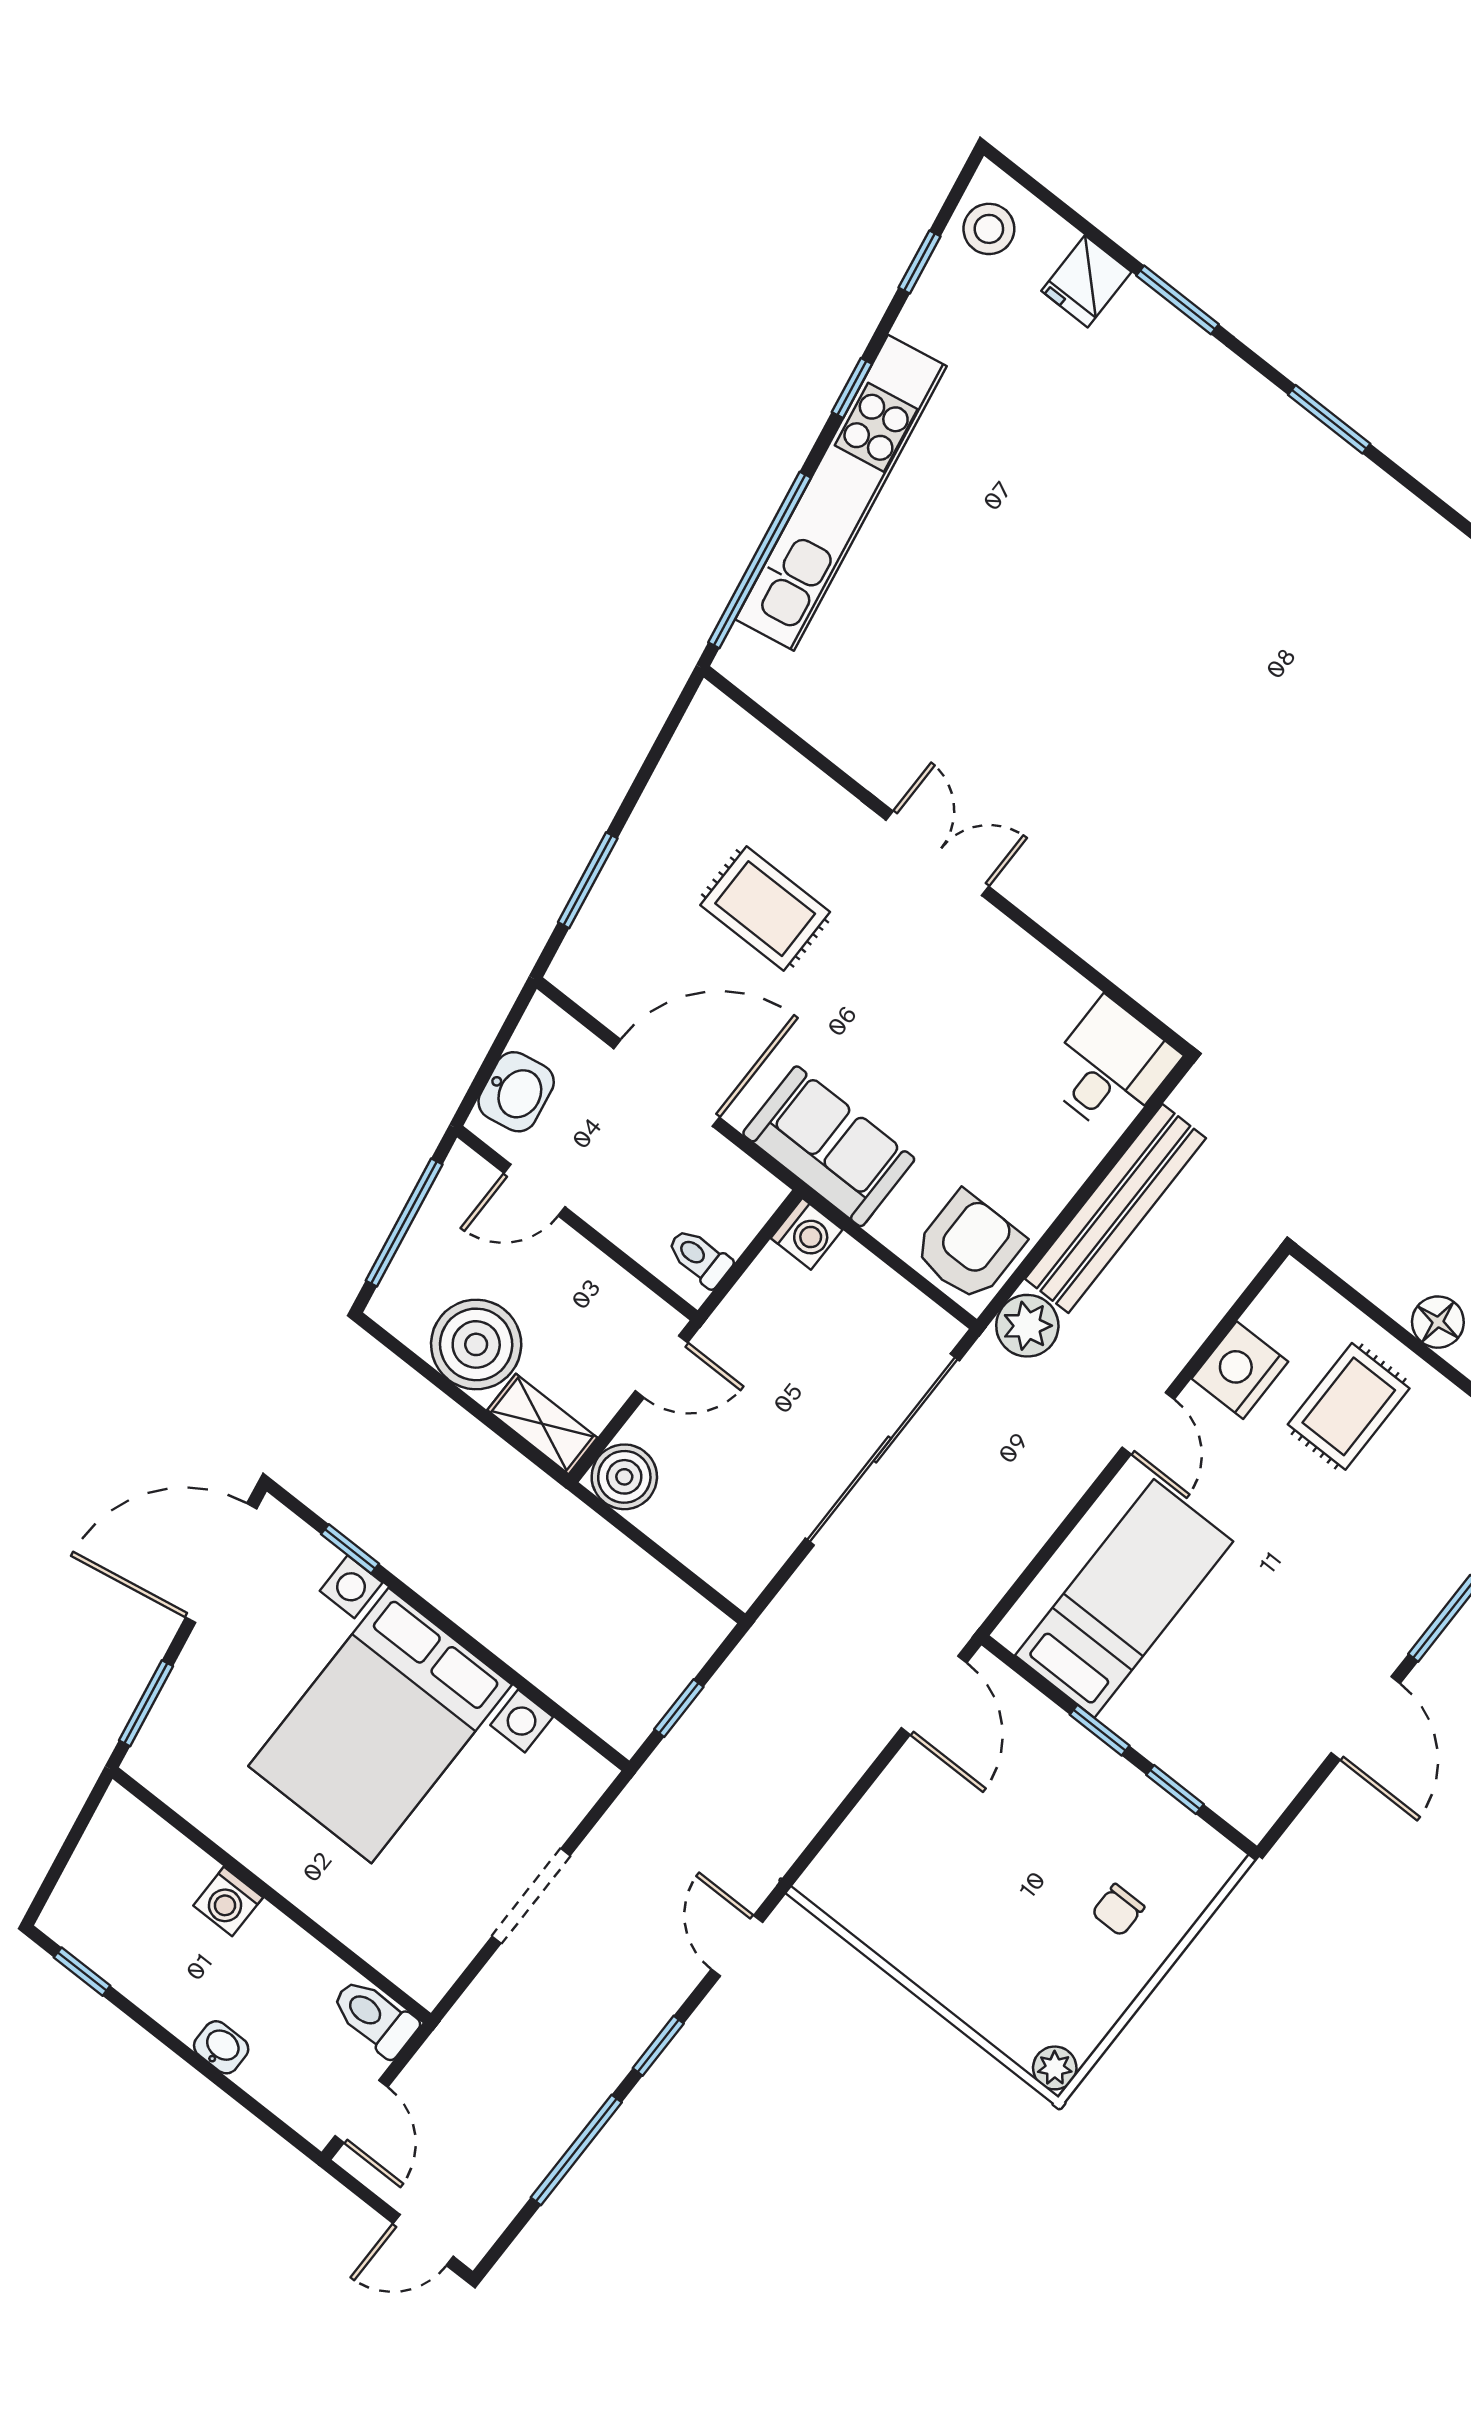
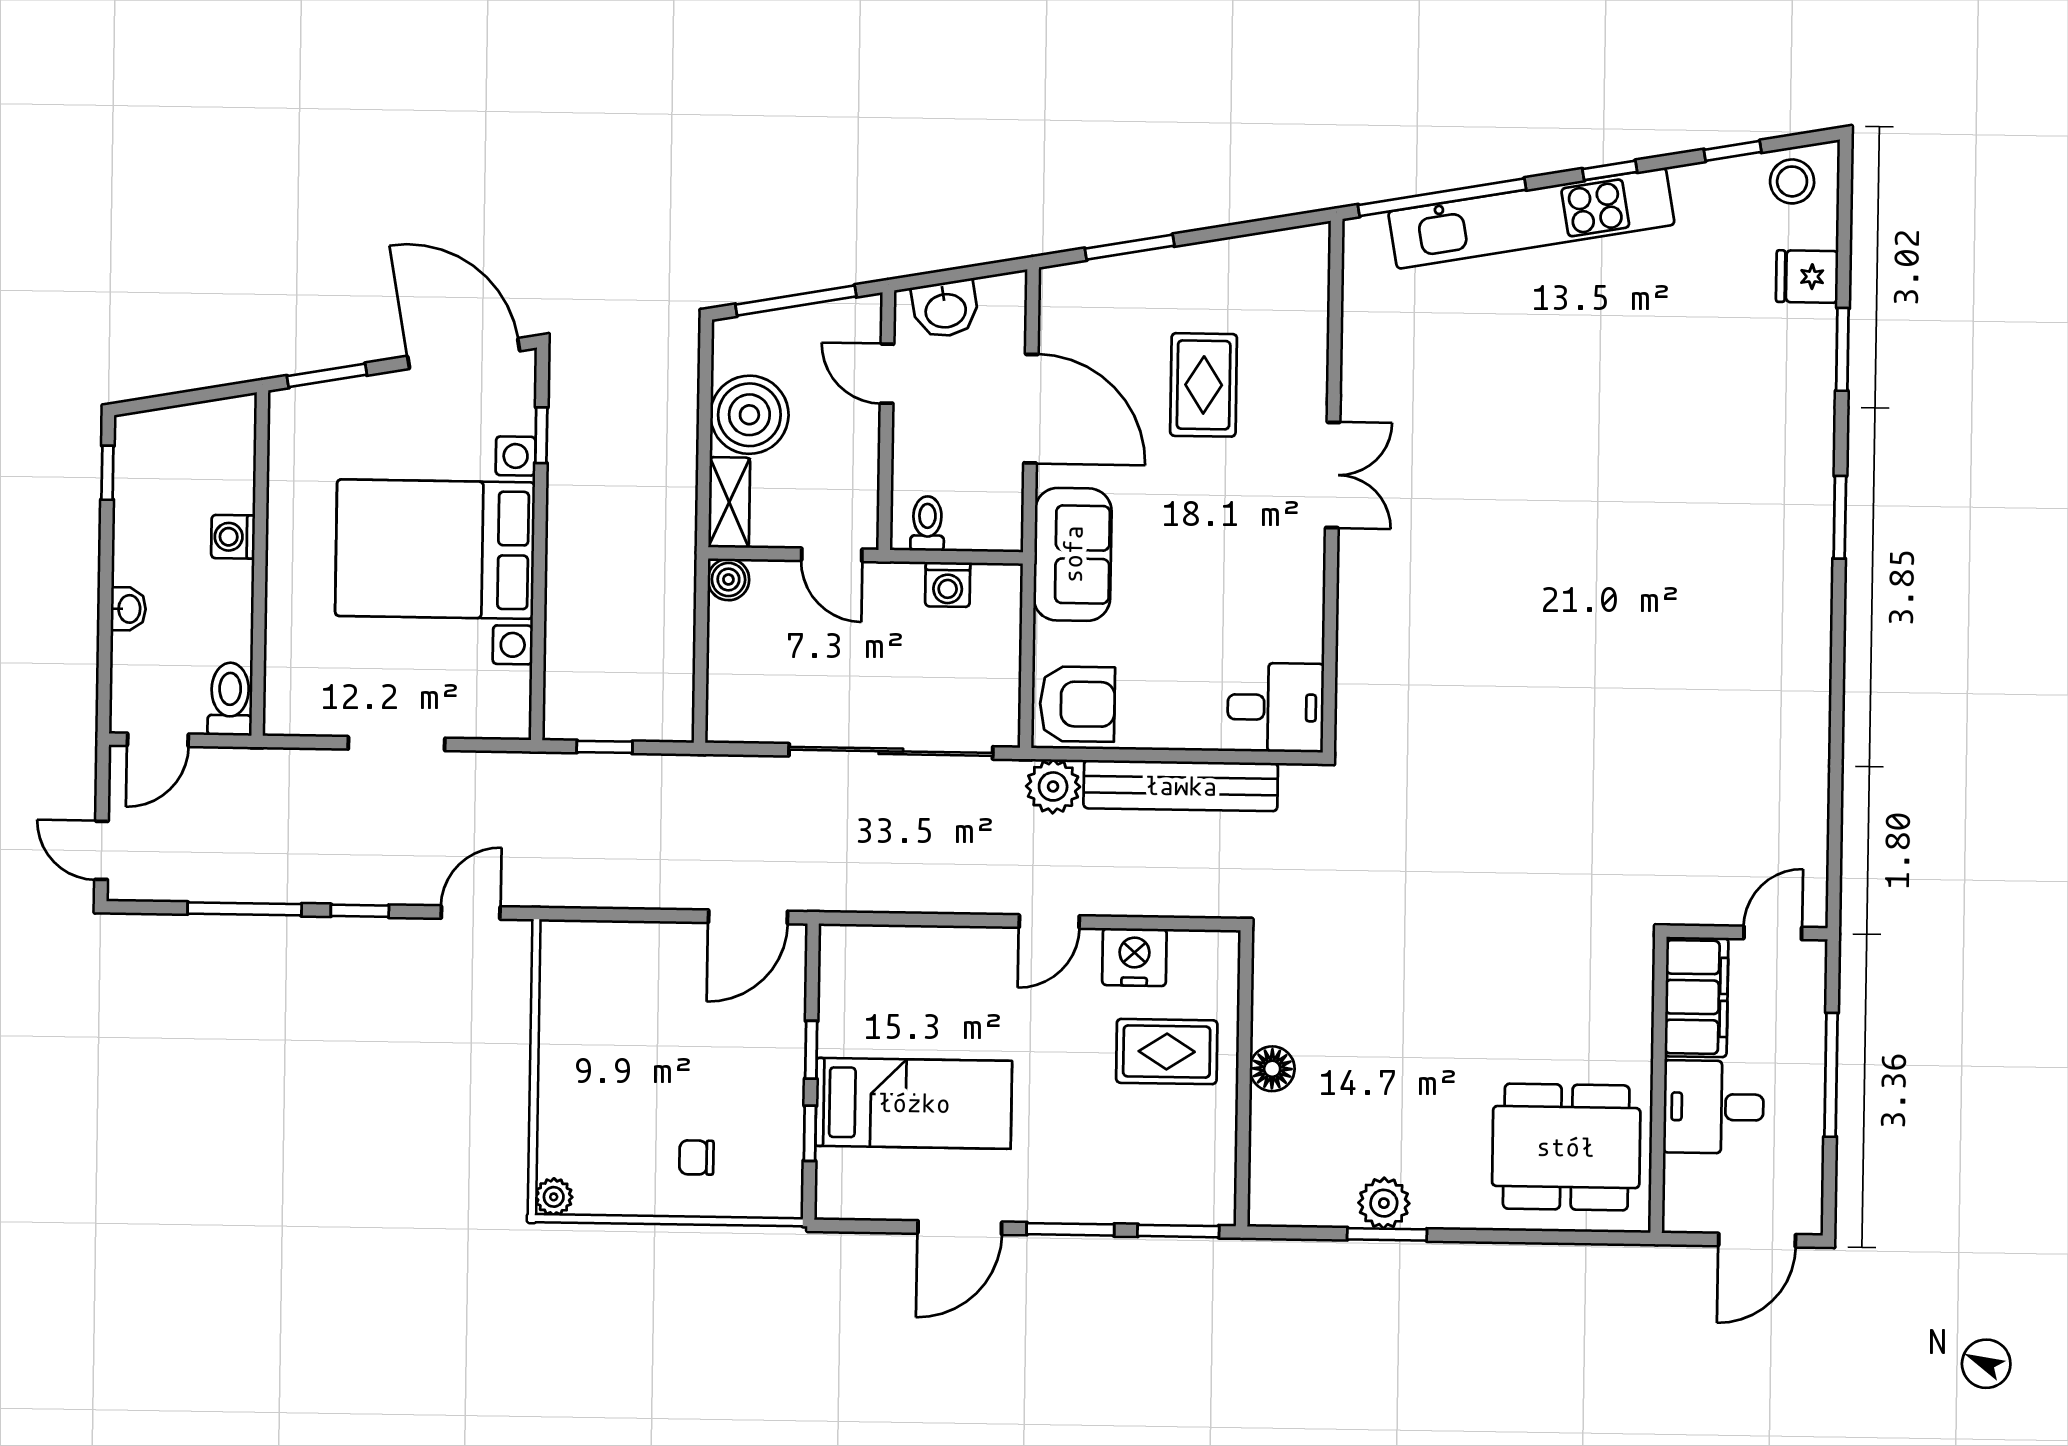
washing machine: (807, 1234) -> (948, 584), moved
boiler: (624, 1477) -> (728, 579), width x0.73, depth x0.73
bed: (1124, 1598) -> (914, 1103), moved

